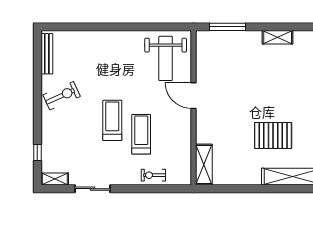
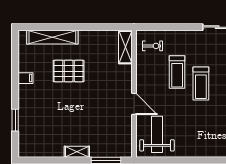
shelving: (278, 37) -> (77, 152), moved
exercise bike: (153, 175) -> (152, 46), moved

